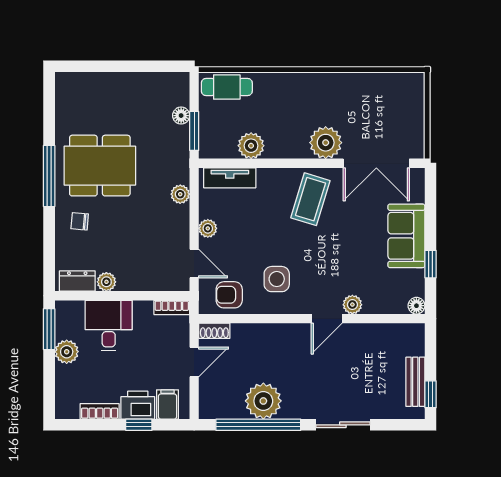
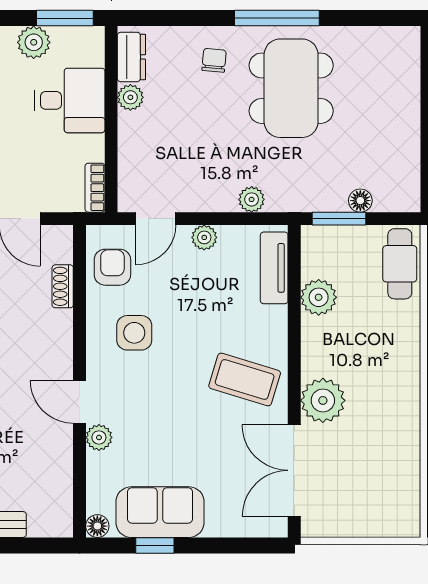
sofa: (406, 236) -> (160, 512), moved
shoe rack: (214, 331) -> (63, 286), moved

